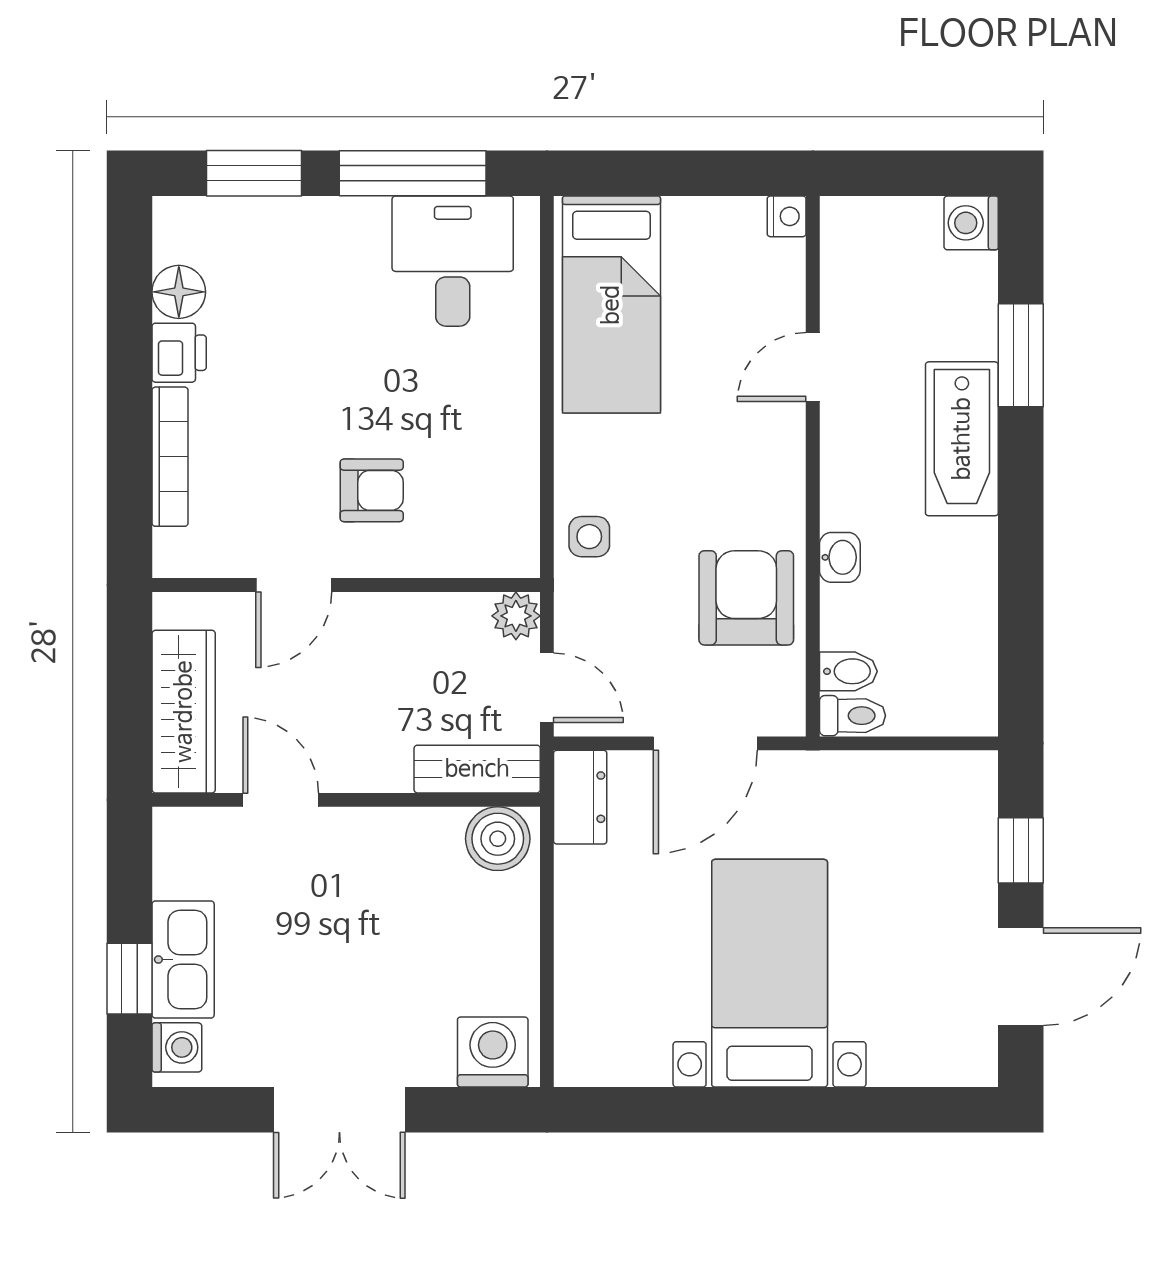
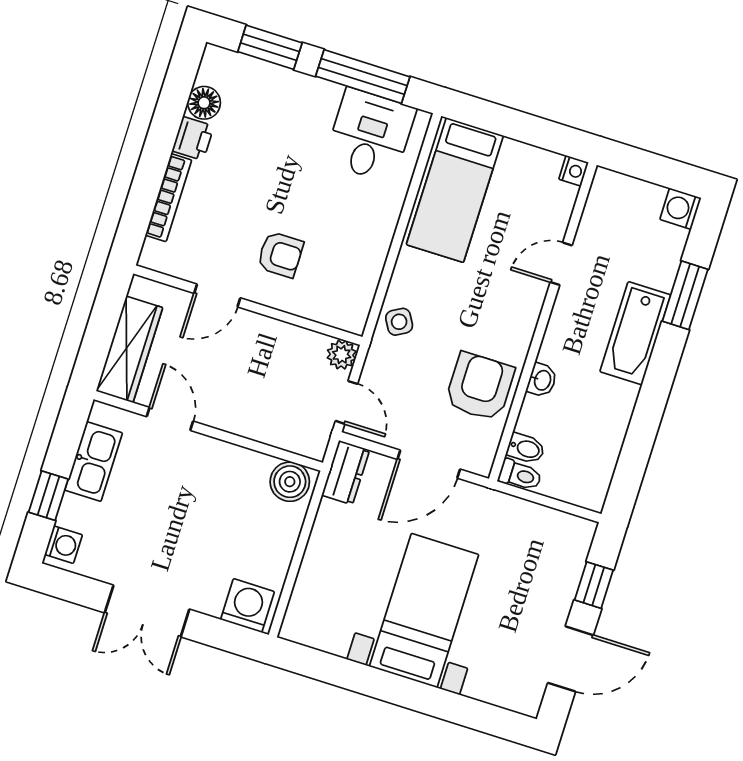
side table: (589, 537) -> (399, 322), turned -30
bench: (477, 769) -> (291, 437), removed
kitchen sink: (183, 960) -> (94, 462), moved

